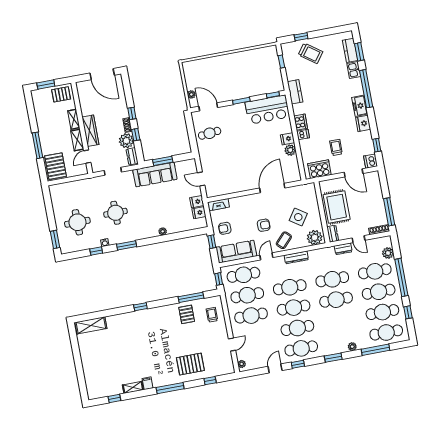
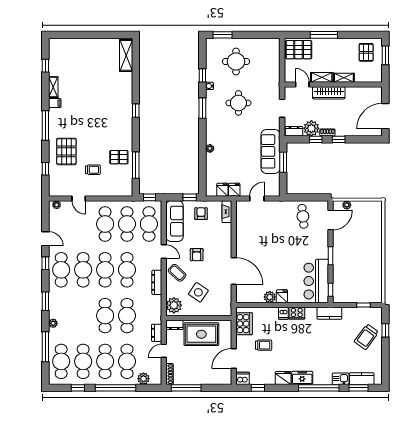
pallet: (61, 94) -> (366, 52), moved
trolley: (212, 315) -> (93, 170), moved

